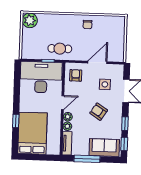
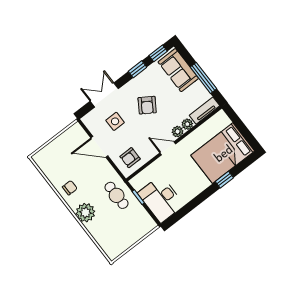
plant: (30, 20) -> (85, 213), moved
desk: (41, 77) -> (161, 199), width x0.73, depth x0.77

